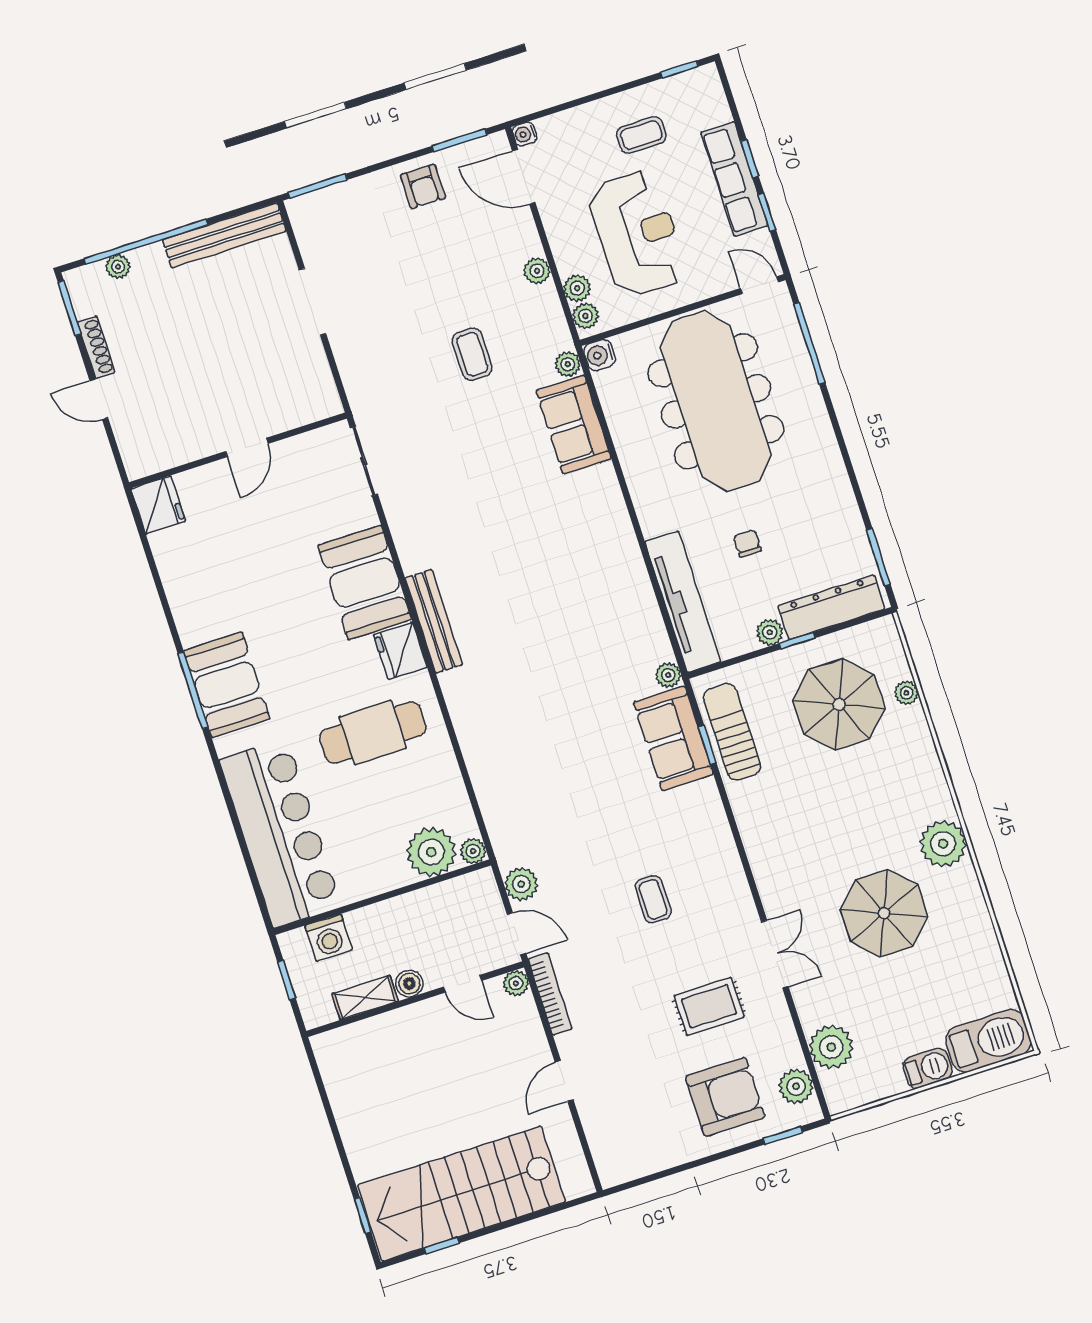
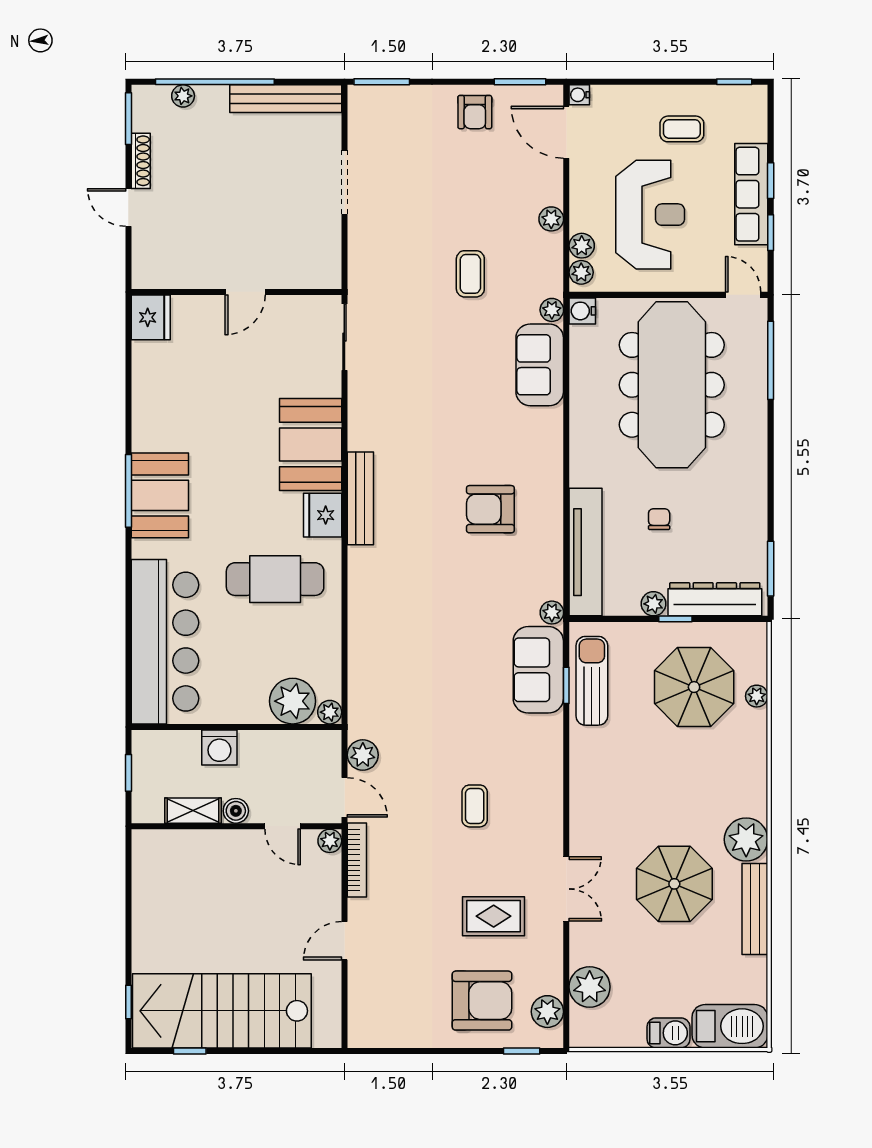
armchair: (571, 589) -> (490, 509), added
bench: (975, 912) -> (755, 909), added
washing machine: (329, 938) -> (219, 747), moved

